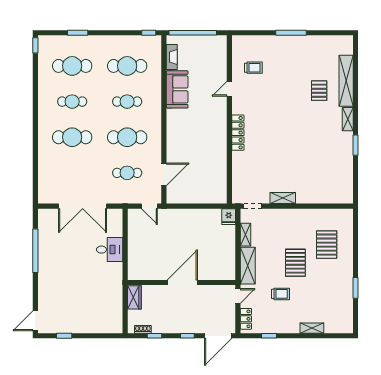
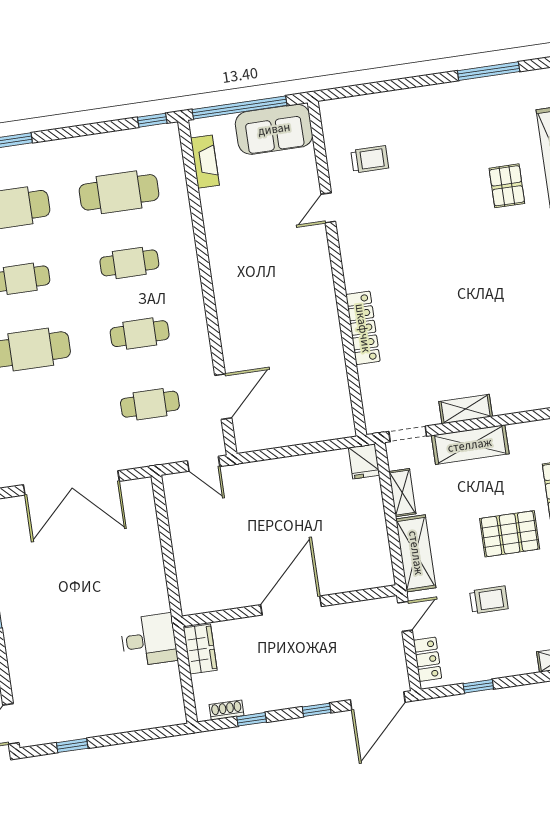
window: (291, 33) -> (489, 71), moved
sofa: (177, 89) -> (274, 129), moved, turned 90
locker: (238, 133) -> (363, 328), moved
cafe table: (127, 137) -> (140, 334), width x0.73, depth x0.74
shelving: (282, 216) -> (470, 445), added
desk: (110, 250) -> (149, 640), moved
pallet: (295, 263) -> (510, 534), turned 90

